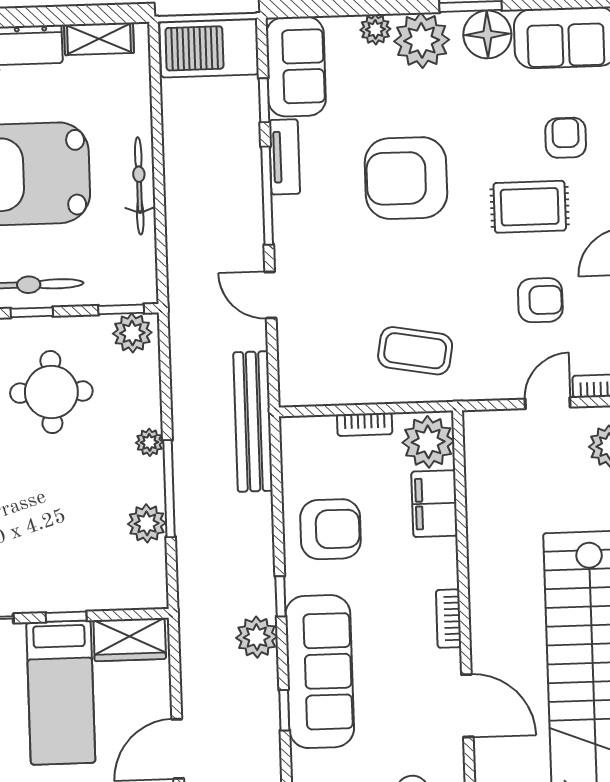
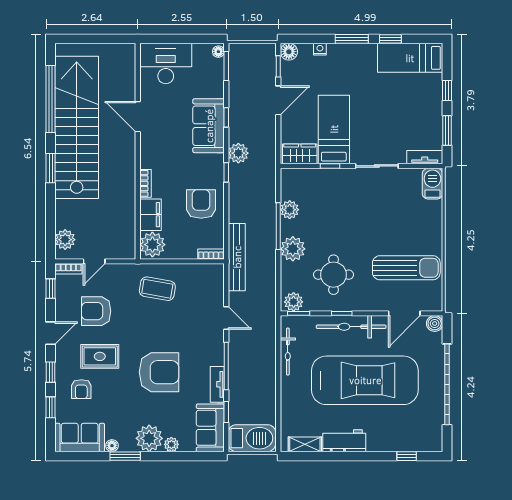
floor lamp: (487, 34) -> (112, 446), width x0.53, depth x0.53
bicycle: (139, 186) -> (288, 352), moved
armchair: (540, 300) -> (96, 311), width x1.38, depth x1.38
bookcase: (365, 424) -> (211, 254), moved
plant: (149, 442) -> (293, 249), width x1.88, depth x1.88
armchair: (330, 529) -> (201, 204), turned 90
bookcase: (449, 619) -> (146, 183), moved
sofa: (320, 672) -> (209, 126), width x0.73

